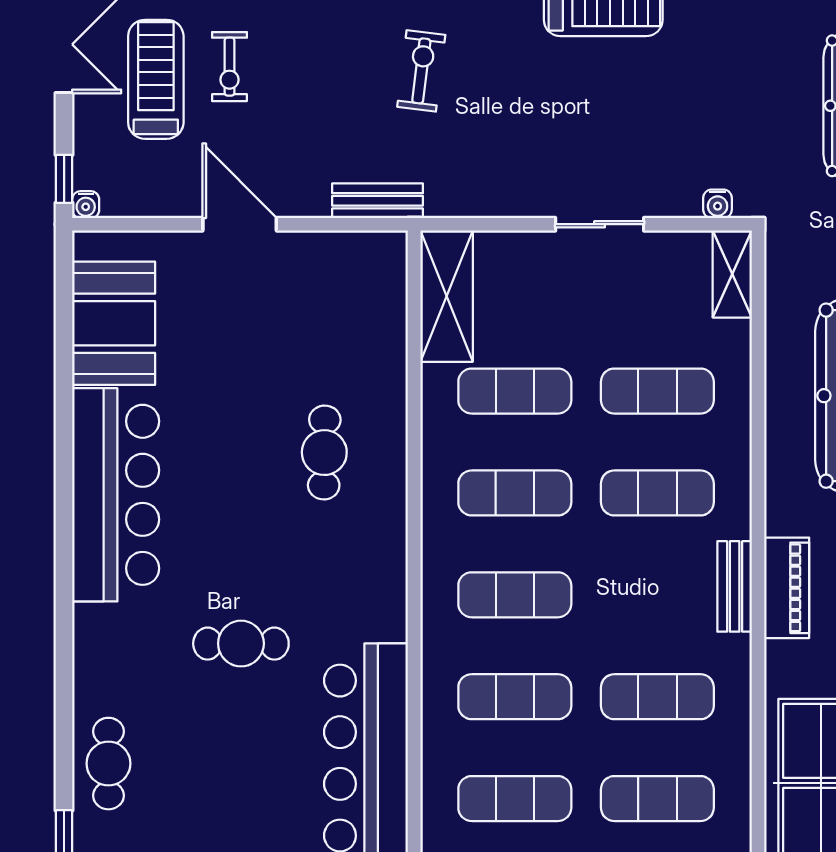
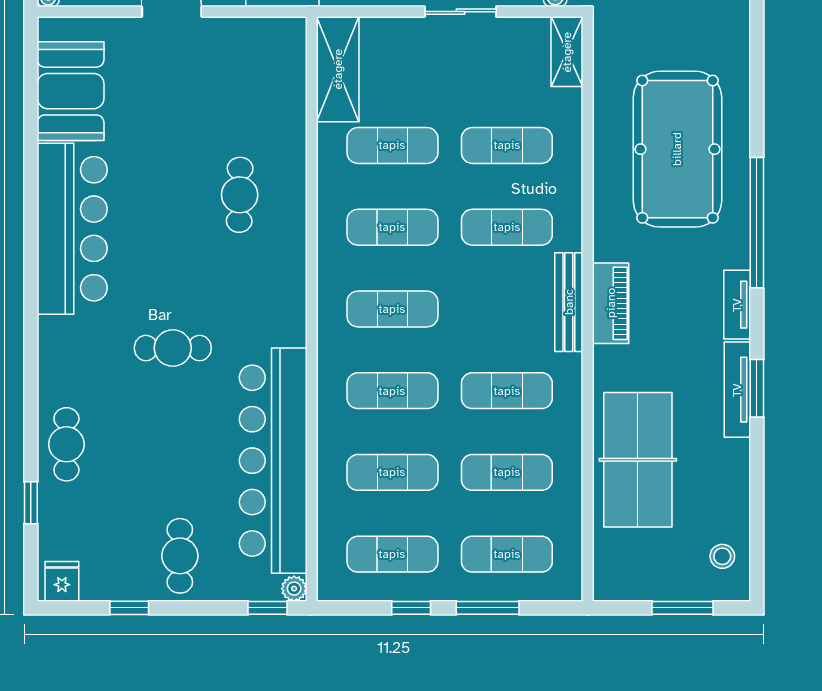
bench: (735, 586) -> (569, 302), width x1.36

